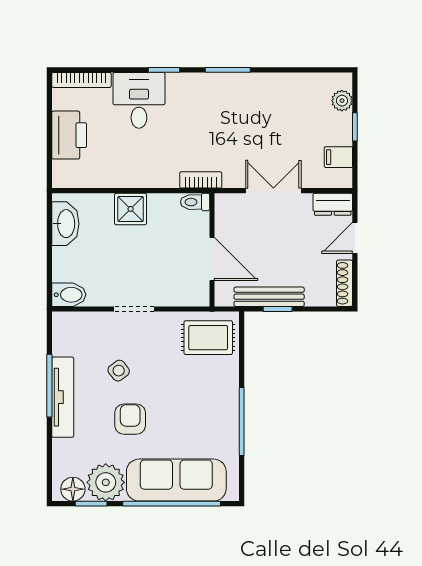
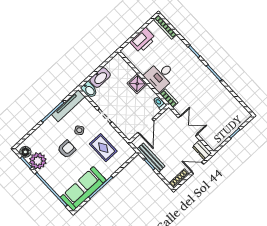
desk: (139, 100) -> (160, 76), moved, turned 180
plant: (342, 101) -> (239, 121), removed
filing cabinet: (338, 157) -> (219, 137), removed
washbasin: (65, 224) -> (100, 77), moved
rug: (208, 338) -> (103, 148), moved
tv unit: (63, 397) -> (68, 106), moved
sofa: (176, 480) -> (83, 189), moved, turned -90

